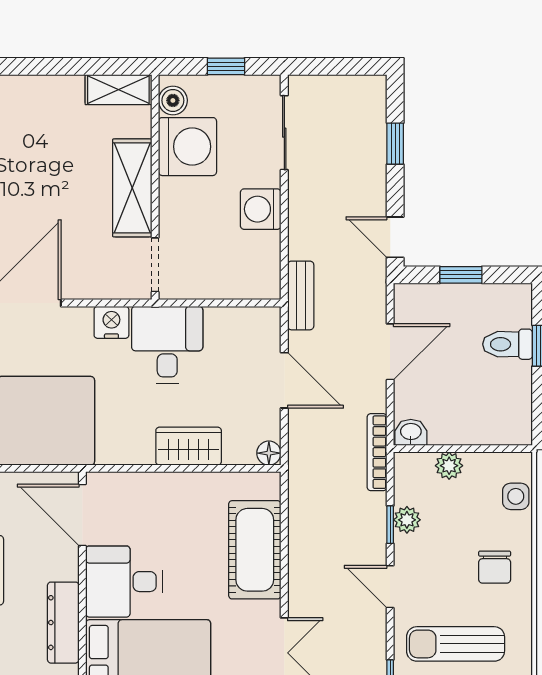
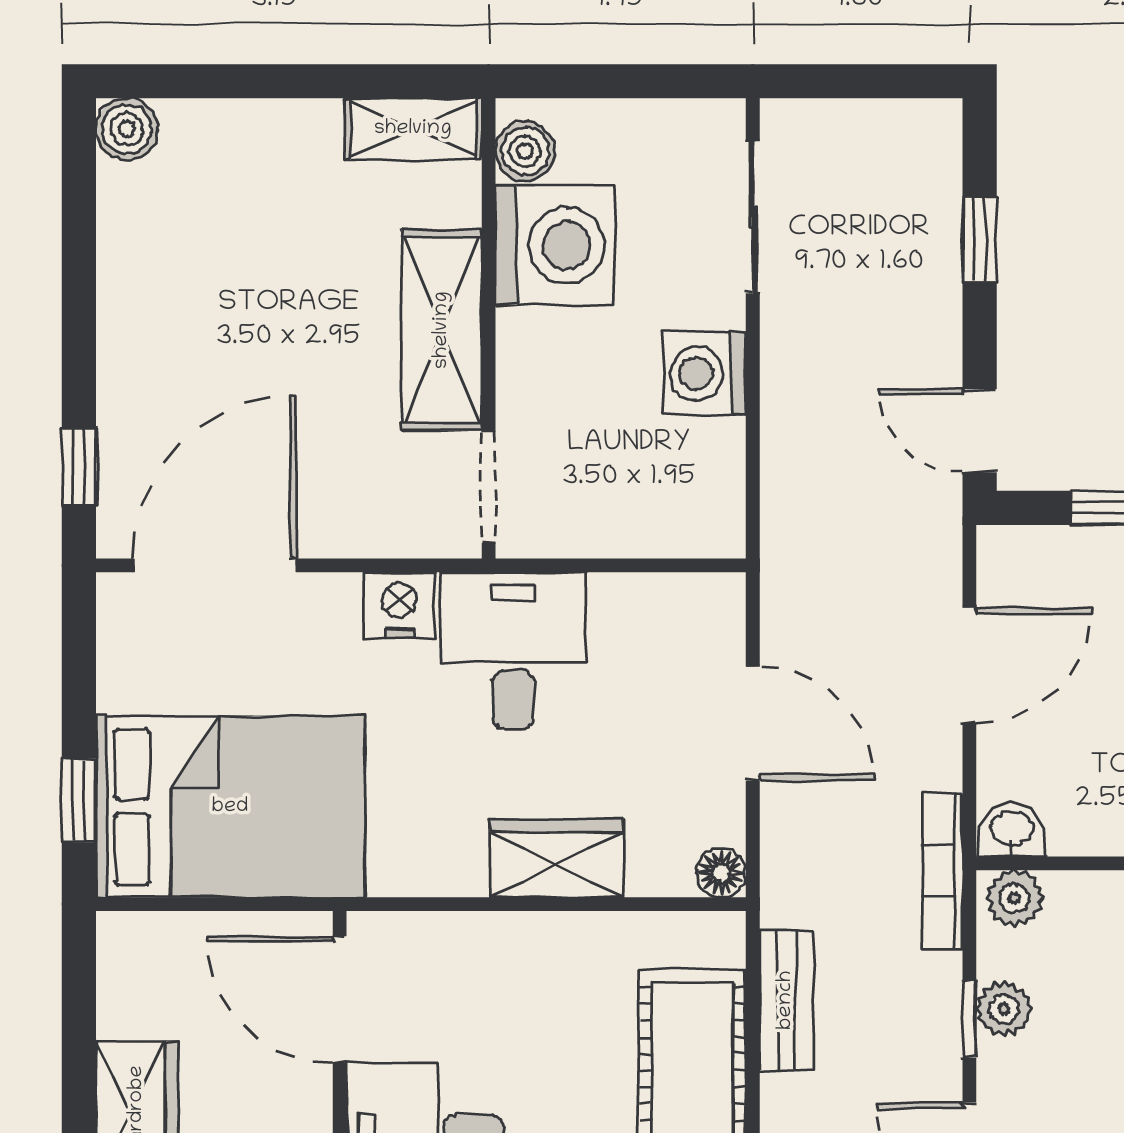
window: (226, 66) -> (633, 81), removed
bench: (301, 295) -> (786, 1000), moved
plant: (449, 466) -> (1014, 898), moved

